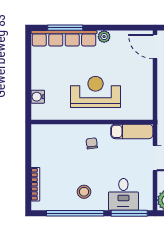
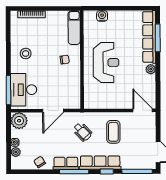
door: (155, 47) -> (143, 110), hinge flipped
exam couch: (132, 131) -> (74, 28), moved
desk: (123, 194) -> (24, 90), width x1.37
window: (75, 213) -> (8, 46), removed

